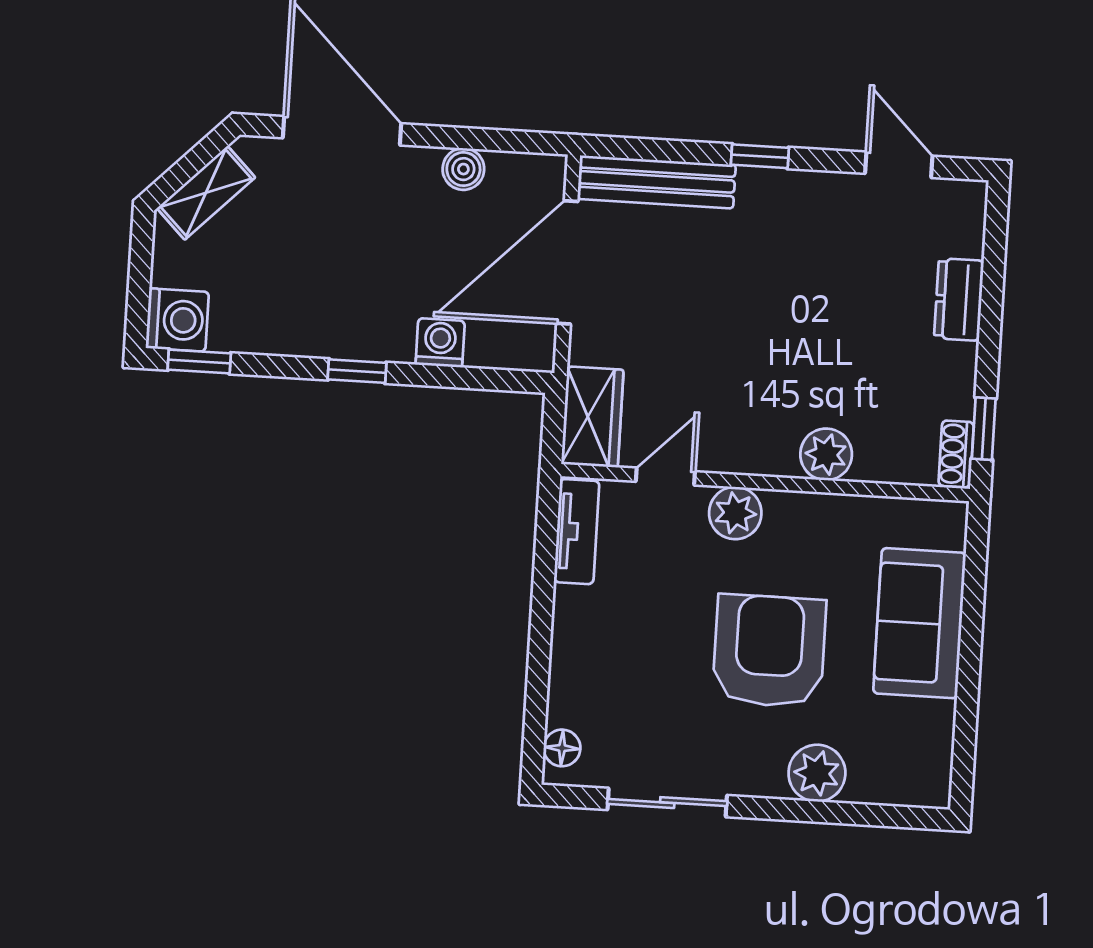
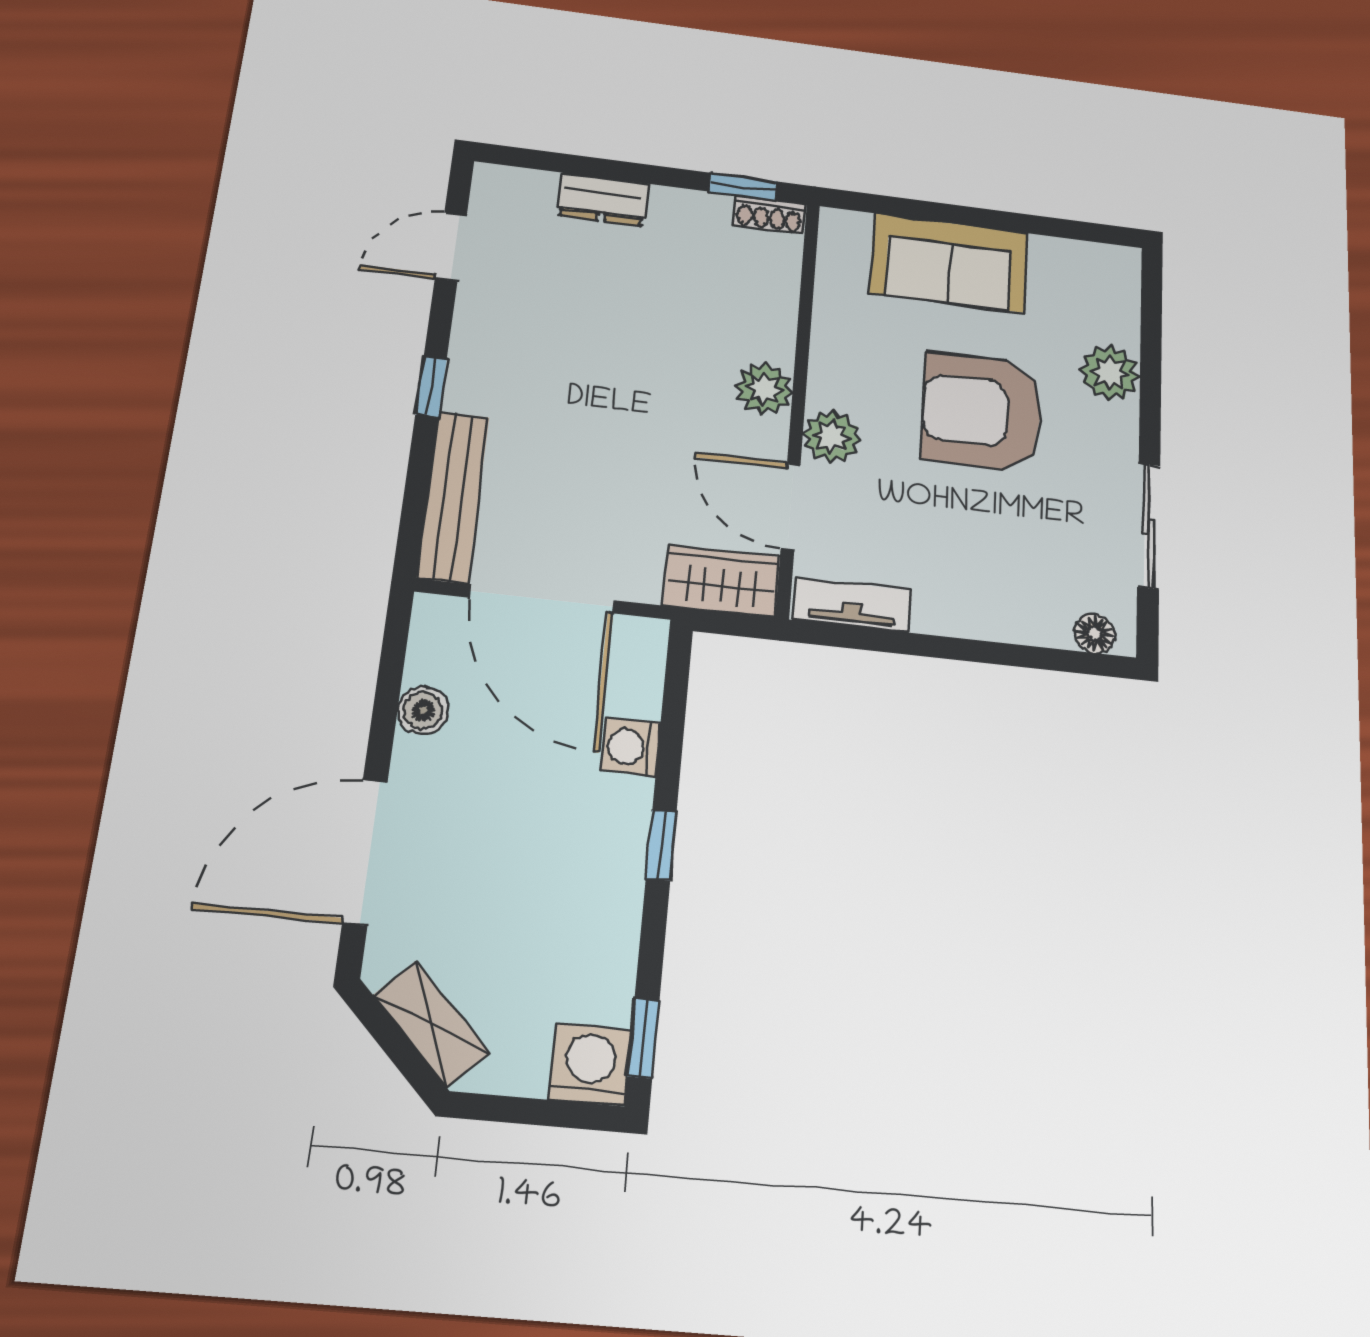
plant: (826, 454) -> (764, 389), moved
door: (665, 476) -> (791, 507), width x1.38

